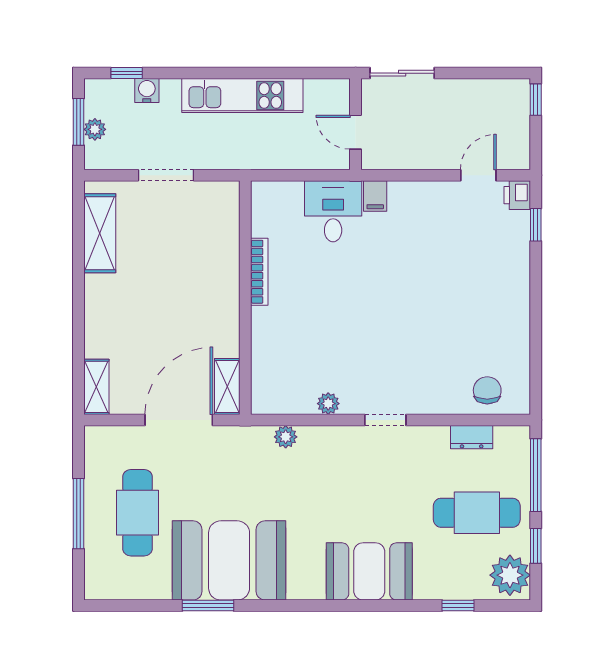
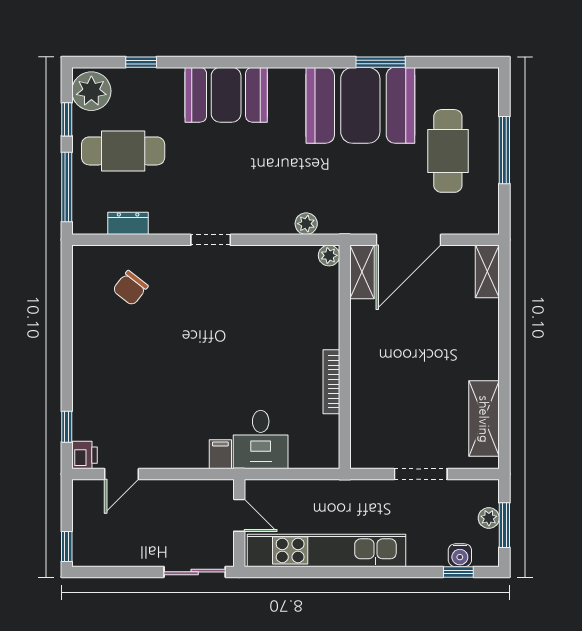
water cooler: (147, 91) -> (460, 555), moved
kitchen unit: (242, 95) -> (326, 550), width x1.36
chair: (487, 390) -> (130, 288), moved, turned 38
plant: (328, 404) -> (329, 255), moved

